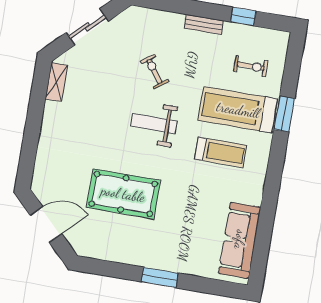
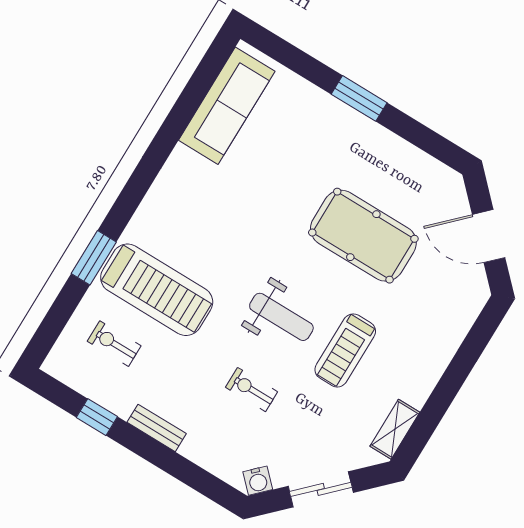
water cooler: (128, 17) -> (258, 481), added
exercise bike: (155, 71) -> (252, 390), turned 126
treadmill: (221, 152) -> (345, 350), moved, turned -90

